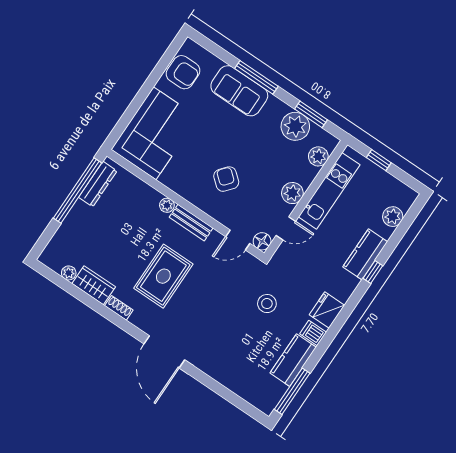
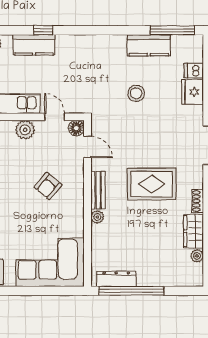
stool: (267, 304) -> (136, 93), moved
fridge: (327, 310) -> (193, 92), moved, turned 90
dishwasher: (313, 333) -> (194, 71), moved, turned 90

